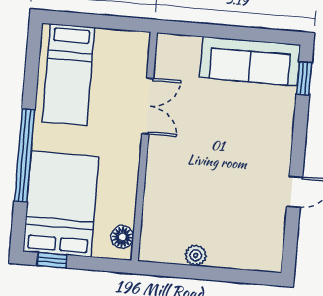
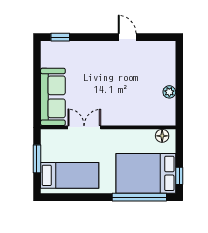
window: (101, 21) -> (37, 159), added
sofa: (250, 61) -> (53, 97), moved
window: (25, 155) -> (139, 197), moved

